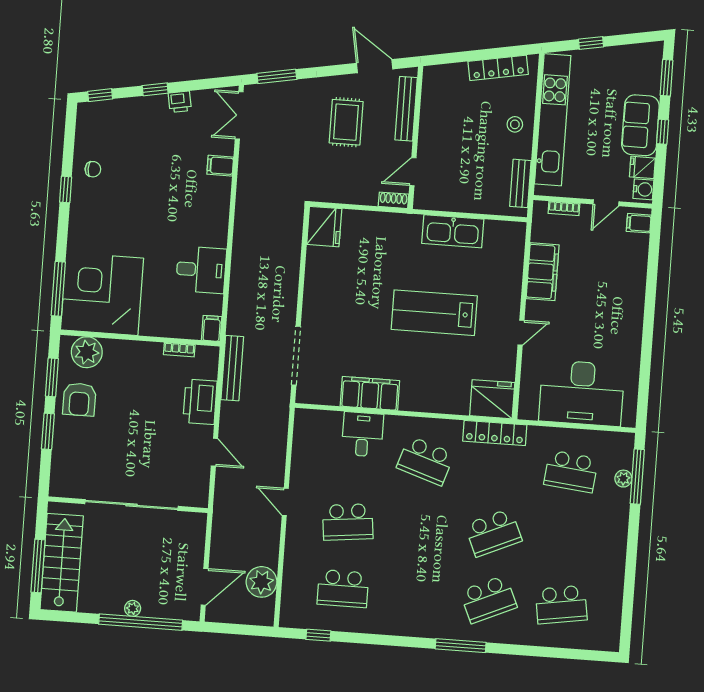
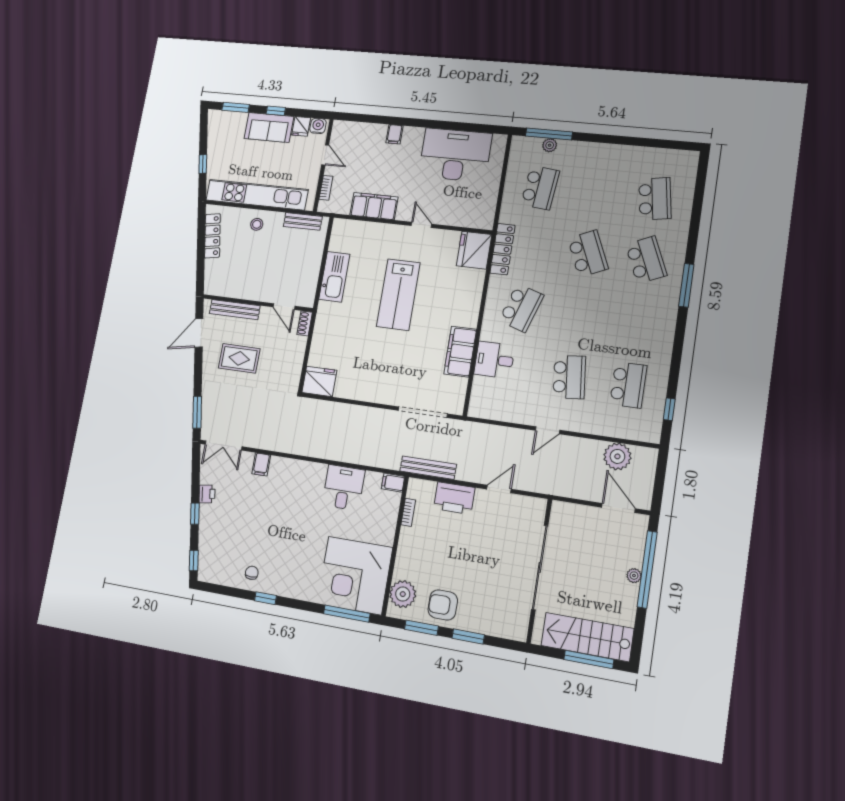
filing cabinet: (639, 223) -> (394, 134), moved
desk: (582, 393) -> (455, 155), moved, turned -90
armchair: (79, 399) -> (443, 605), turned 180

